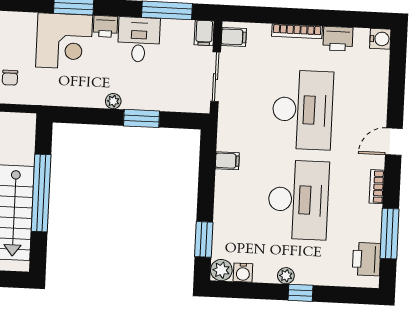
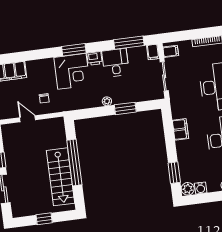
filing cabinet: (227, 161) -> (180, 129), width x2.00

